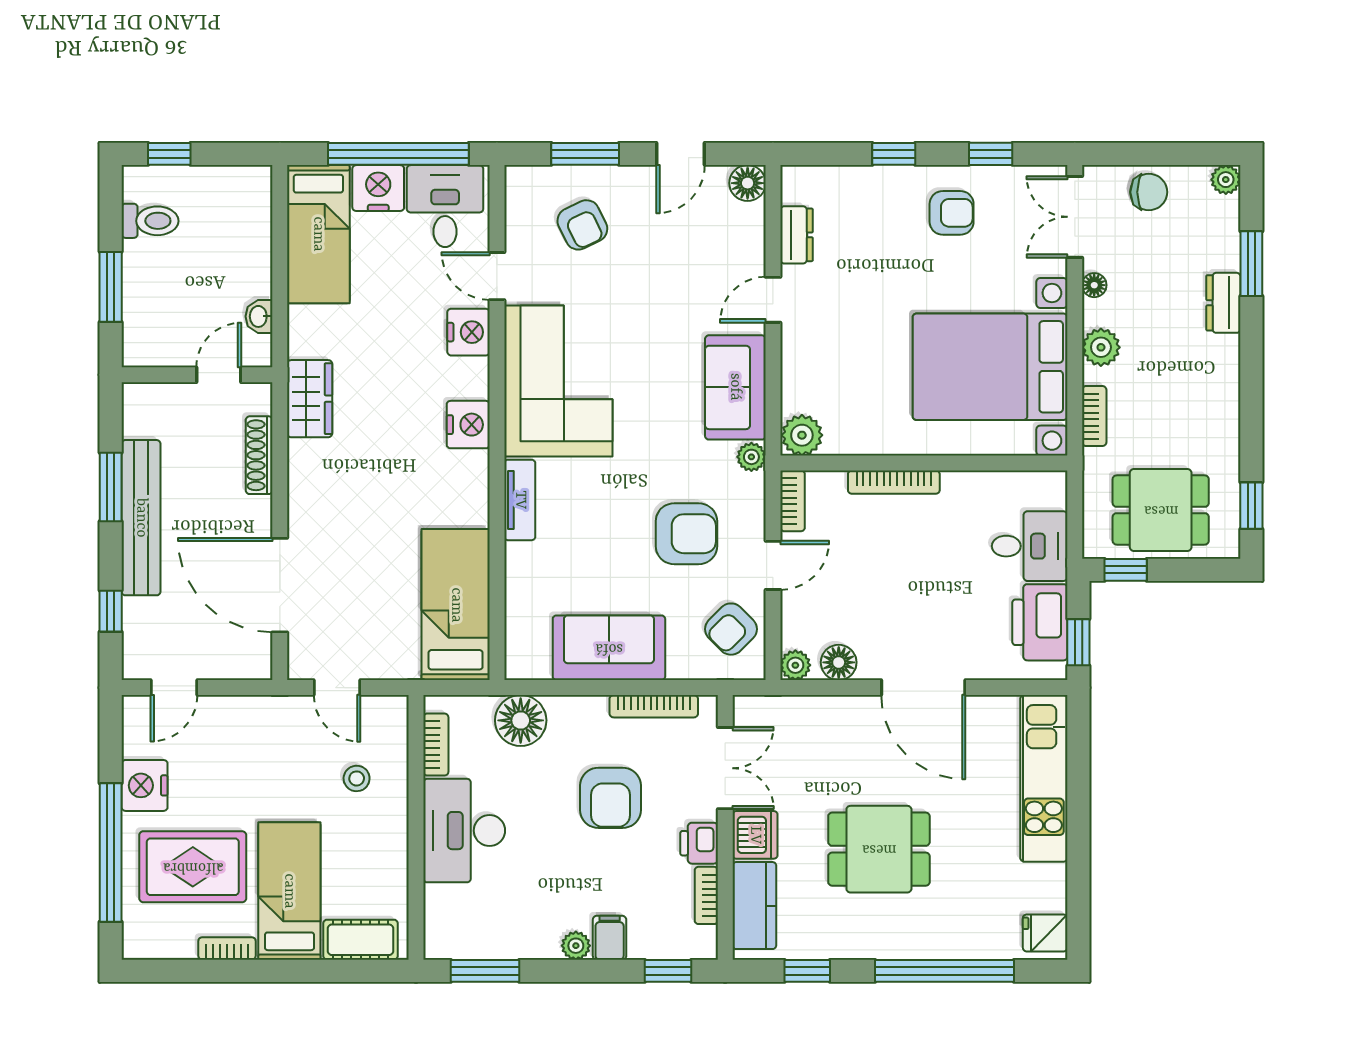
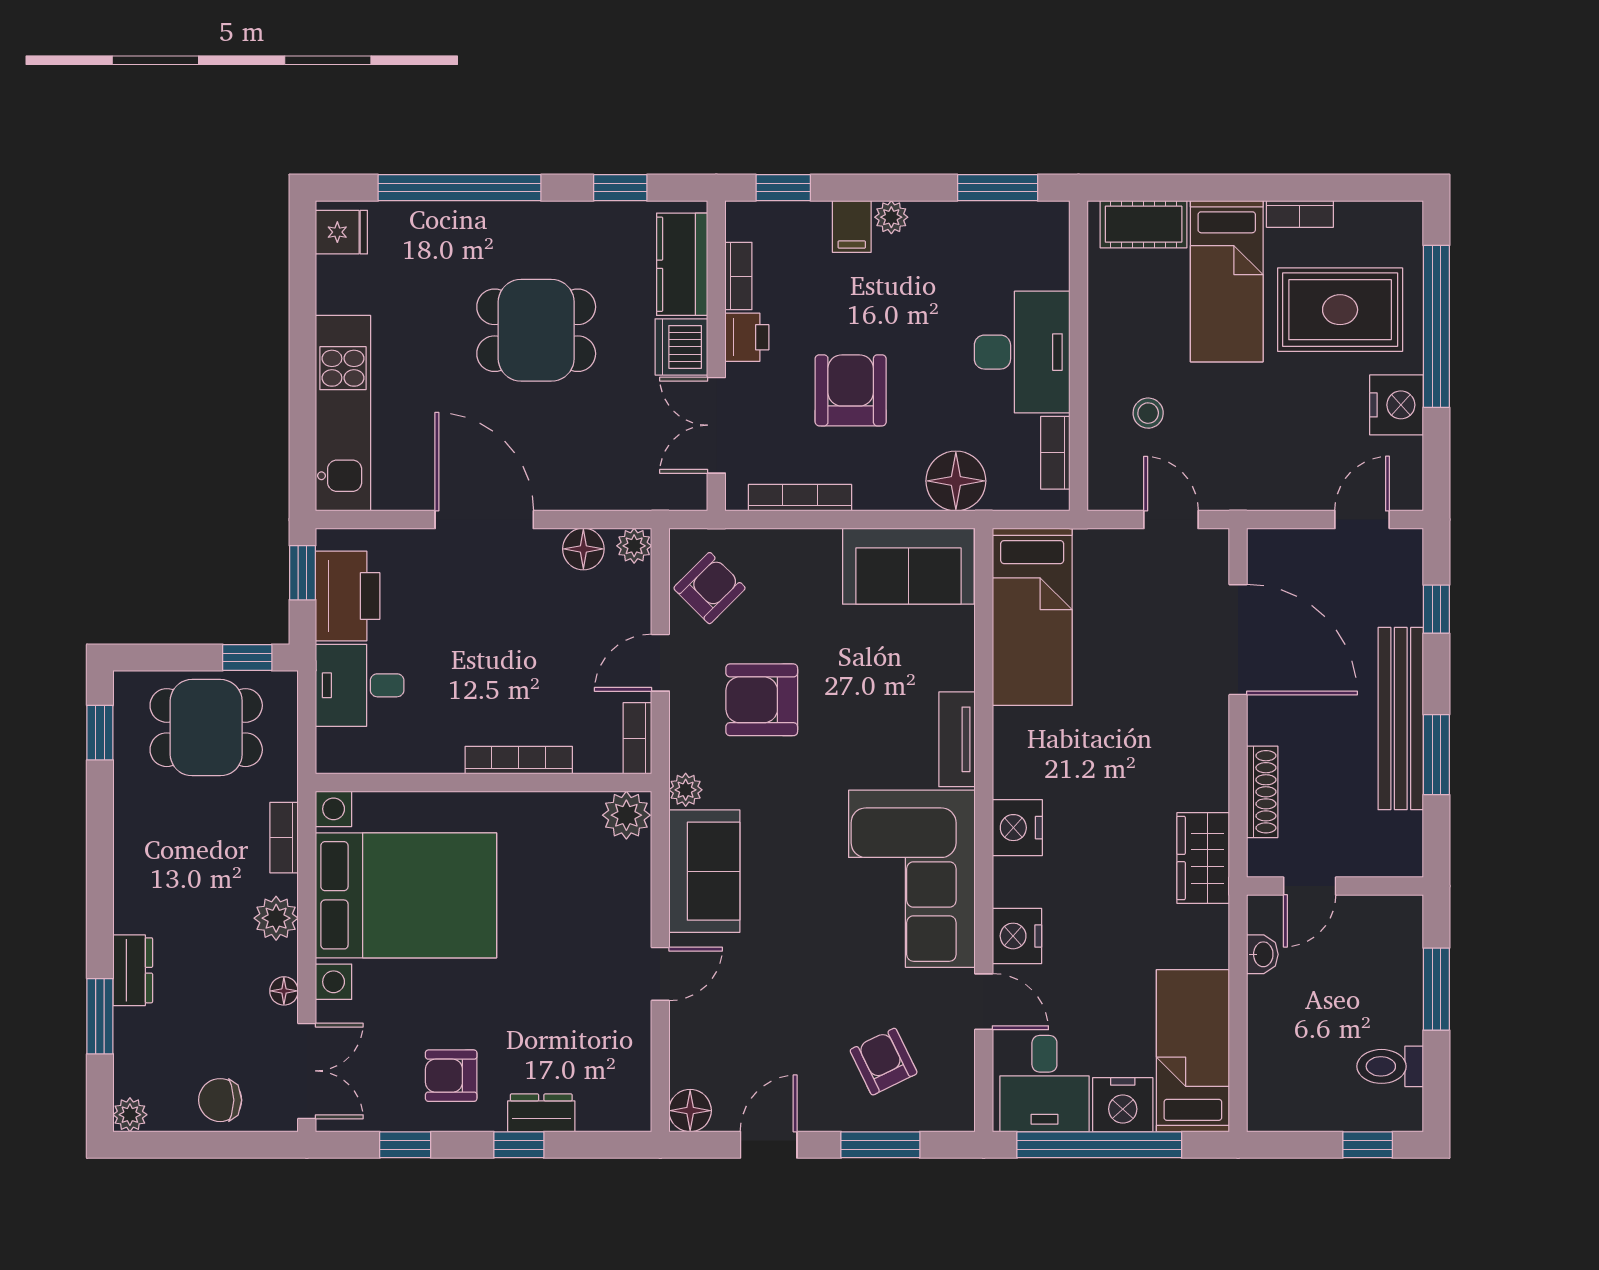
dresser: (796, 235) -> (541, 1113), moved, turned 90
sofa: (609, 648) -> (908, 566), moved

